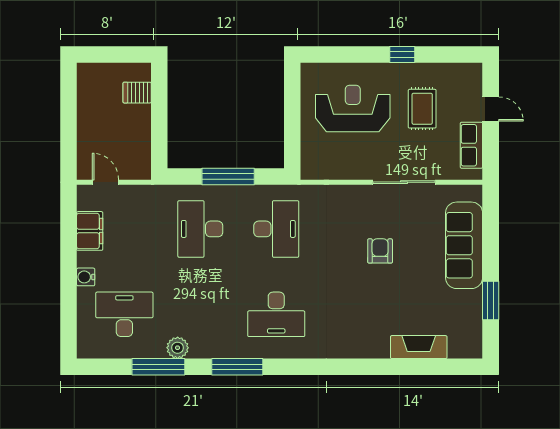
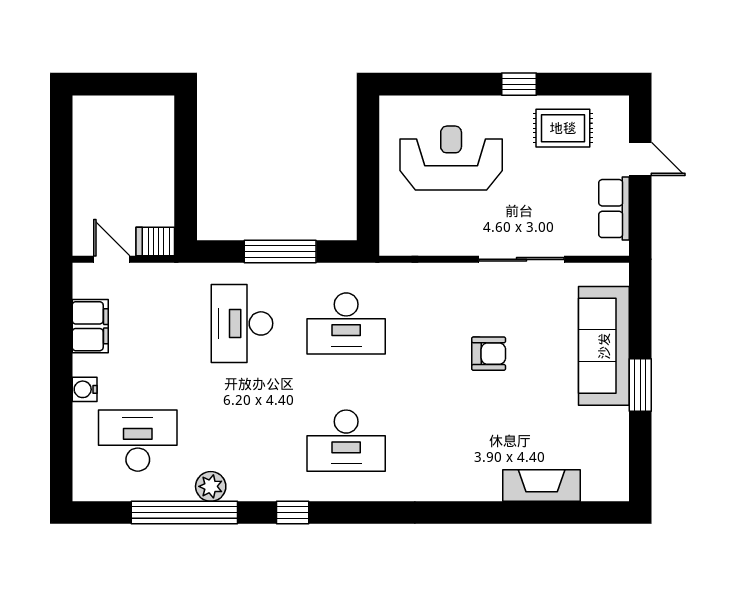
server rack: (137, 93) -> (155, 241), moved
rug: (422, 109) -> (563, 128), moved, turned 90
desk: (276, 229) -> (346, 323), turned 90
armchair: (380, 251) -> (489, 354), turned 90
window: (491, 301) -> (640, 385), moved
window: (158, 367) -> (184, 513), width x1.46
window: (237, 367) -> (293, 513), width x0.46

